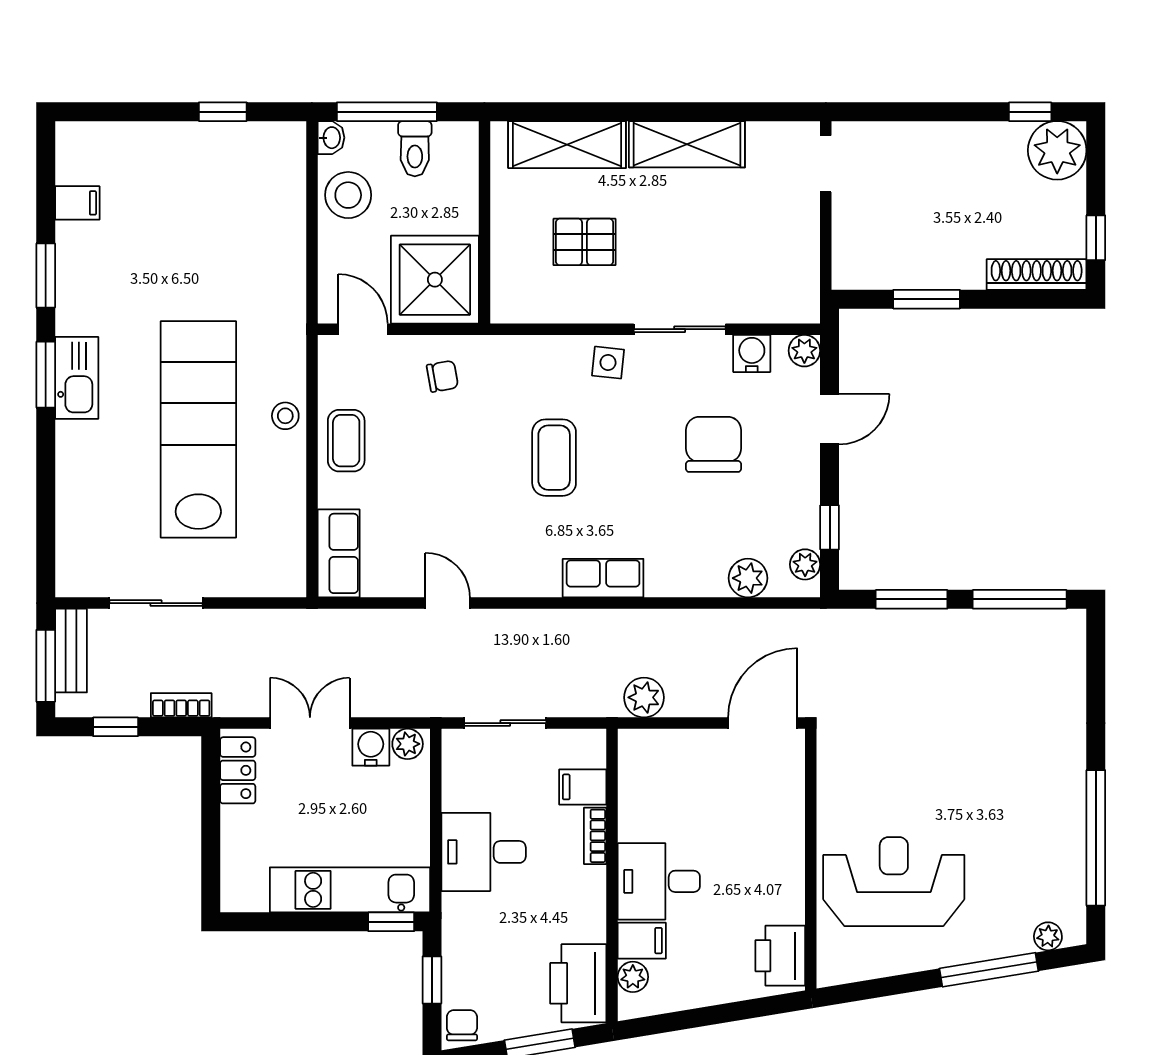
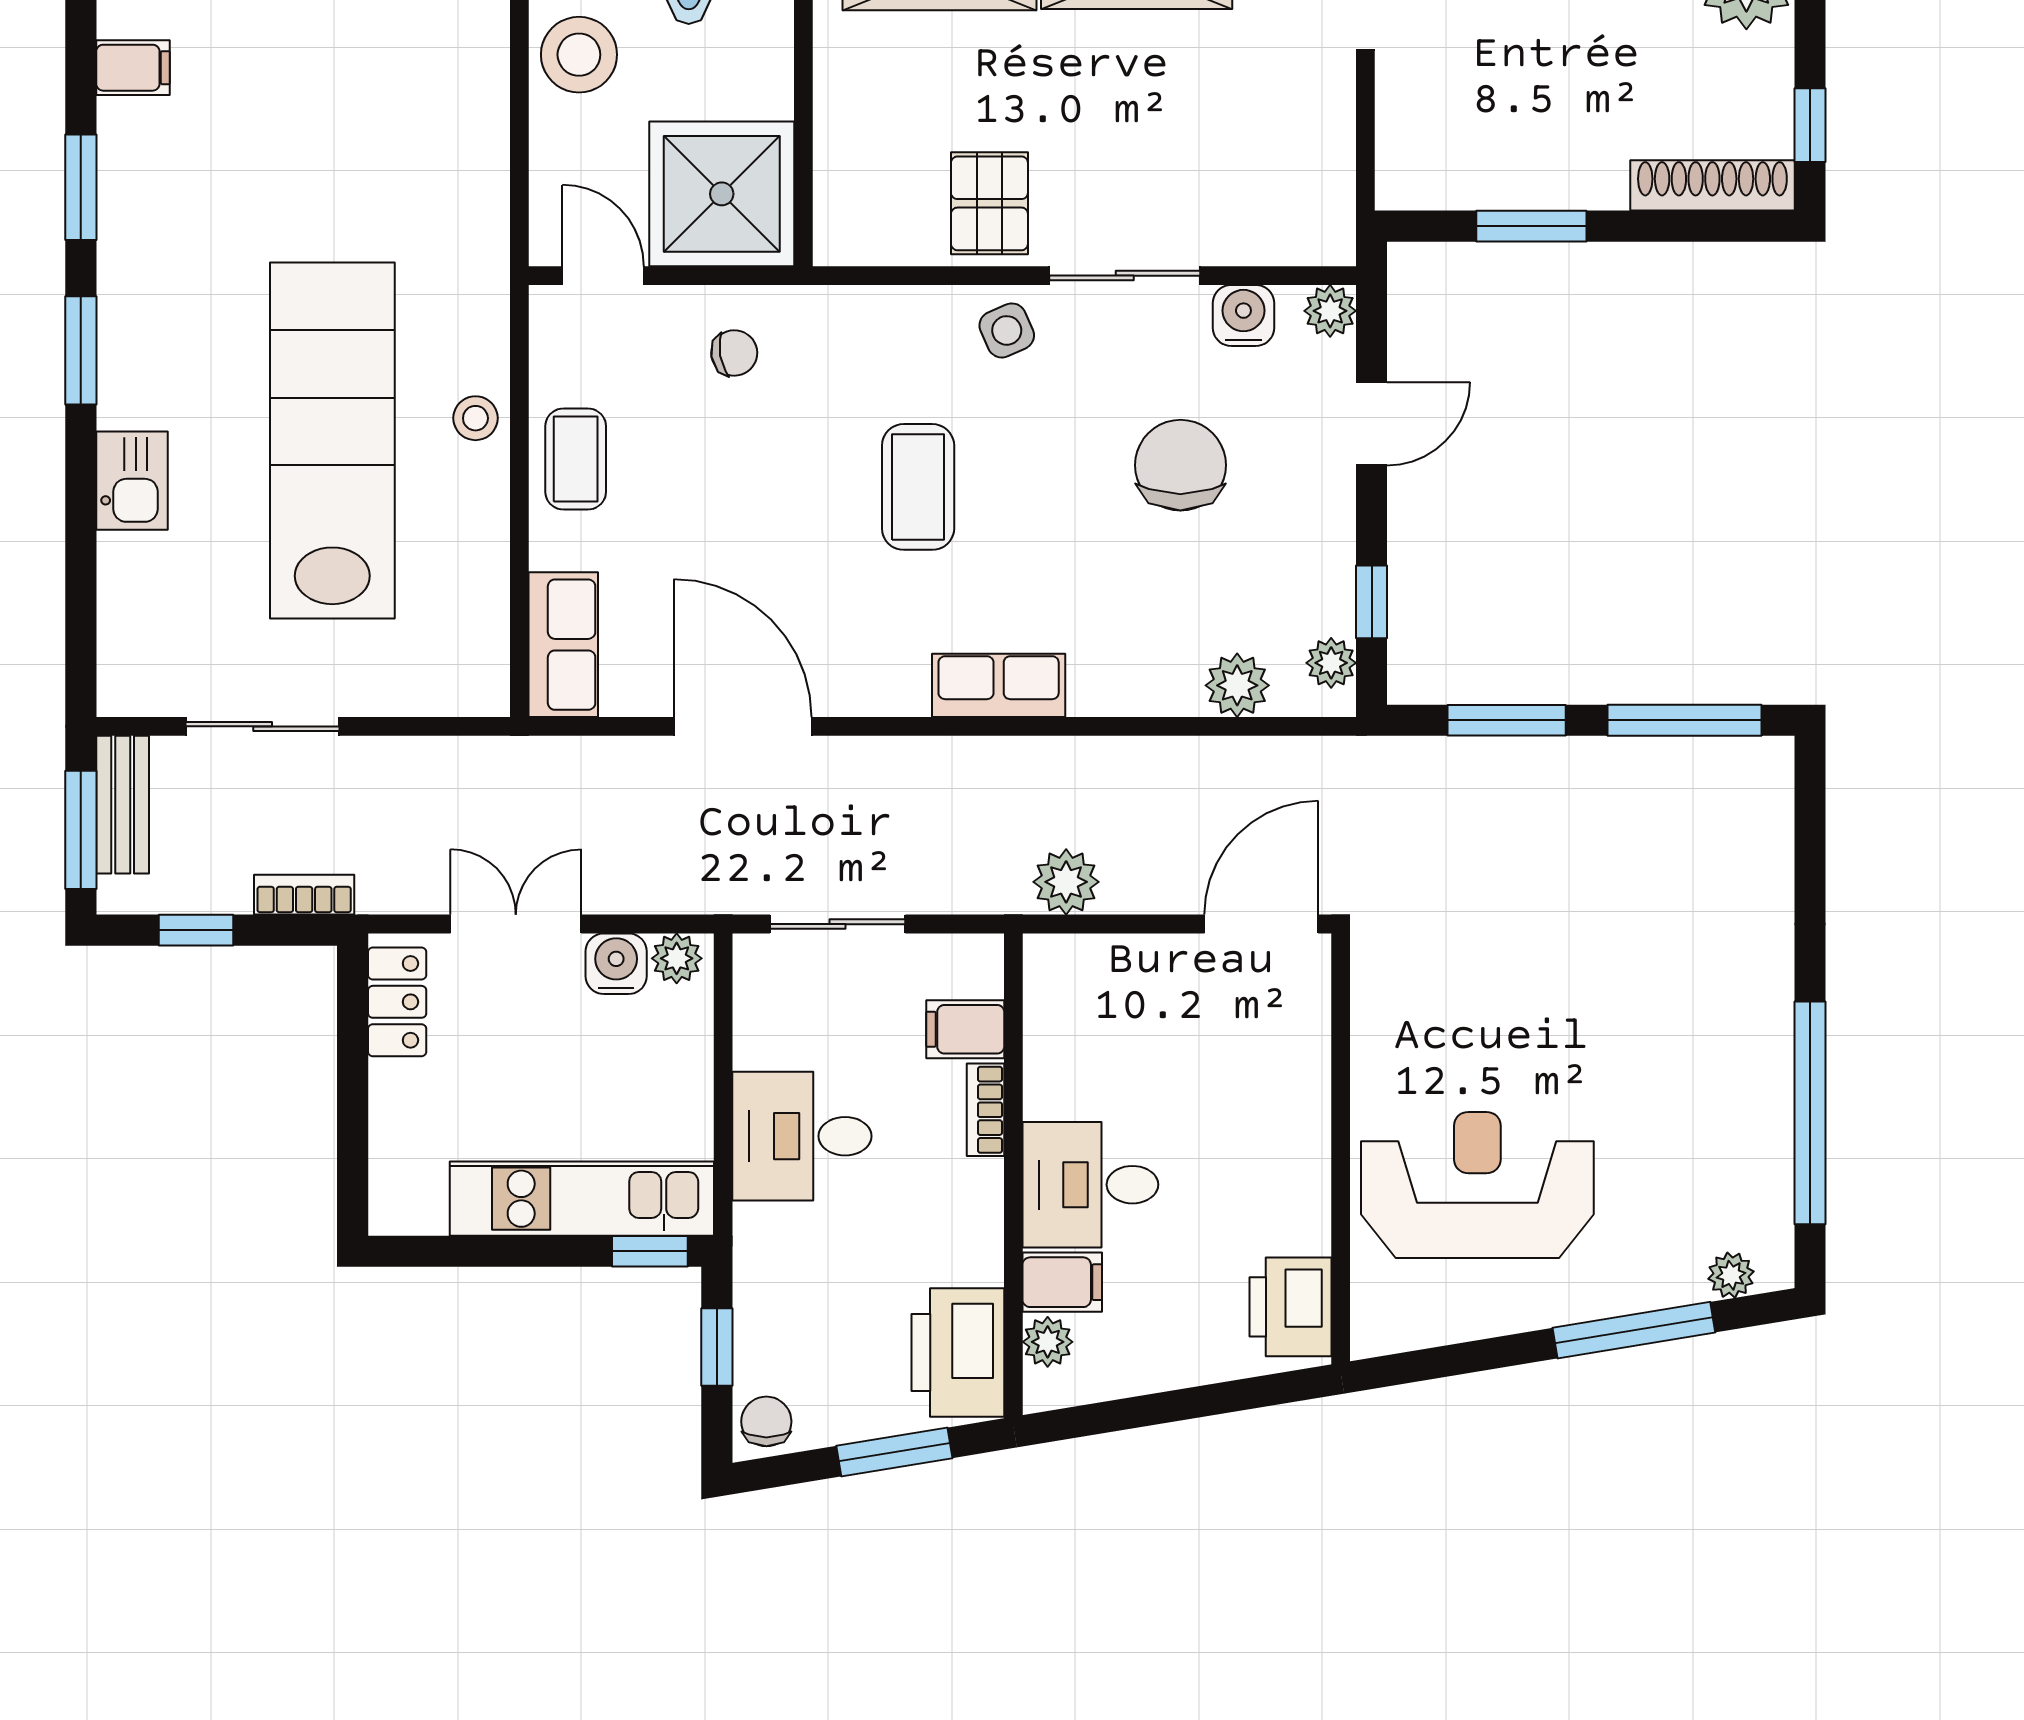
pallet: (584, 242) -> (989, 203), moved, turned 90
side table: (608, 363) -> (1007, 330), turned -30
kitchen sink: (77, 378) -> (132, 481), moved, width x0.73
door: (448, 603) -> (743, 726), width x1.87

